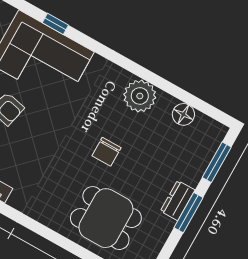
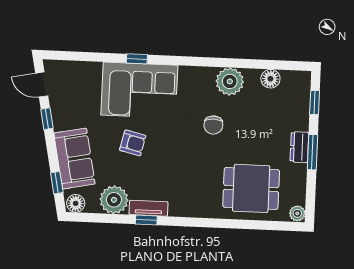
chair: (106, 152) -> (213, 125), moved
window: (217, 162) -> (315, 103), width x0.67

